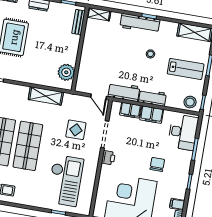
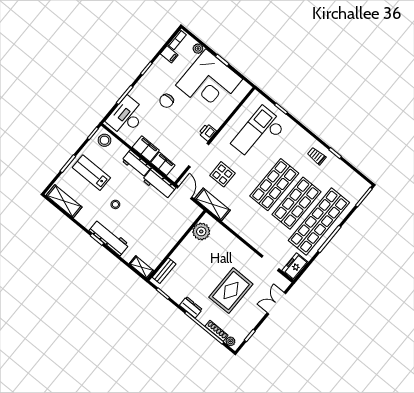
shelving: (46, 96) -> (212, 204), moved

